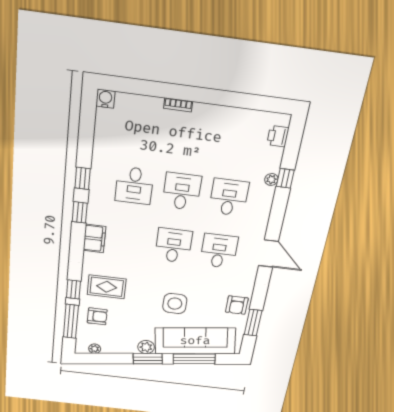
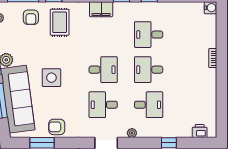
plant: (271, 179) -> (132, 133), moved
desk: (182, 191) -> (149, 70), turned 180
desk: (219, 251) -> (103, 105), turned 180

